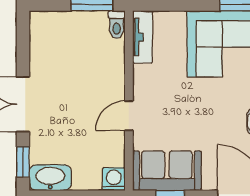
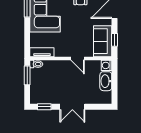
window: (23, 162) -> (44, 107), moved
washbasin: (50, 178) -> (106, 81), moved

